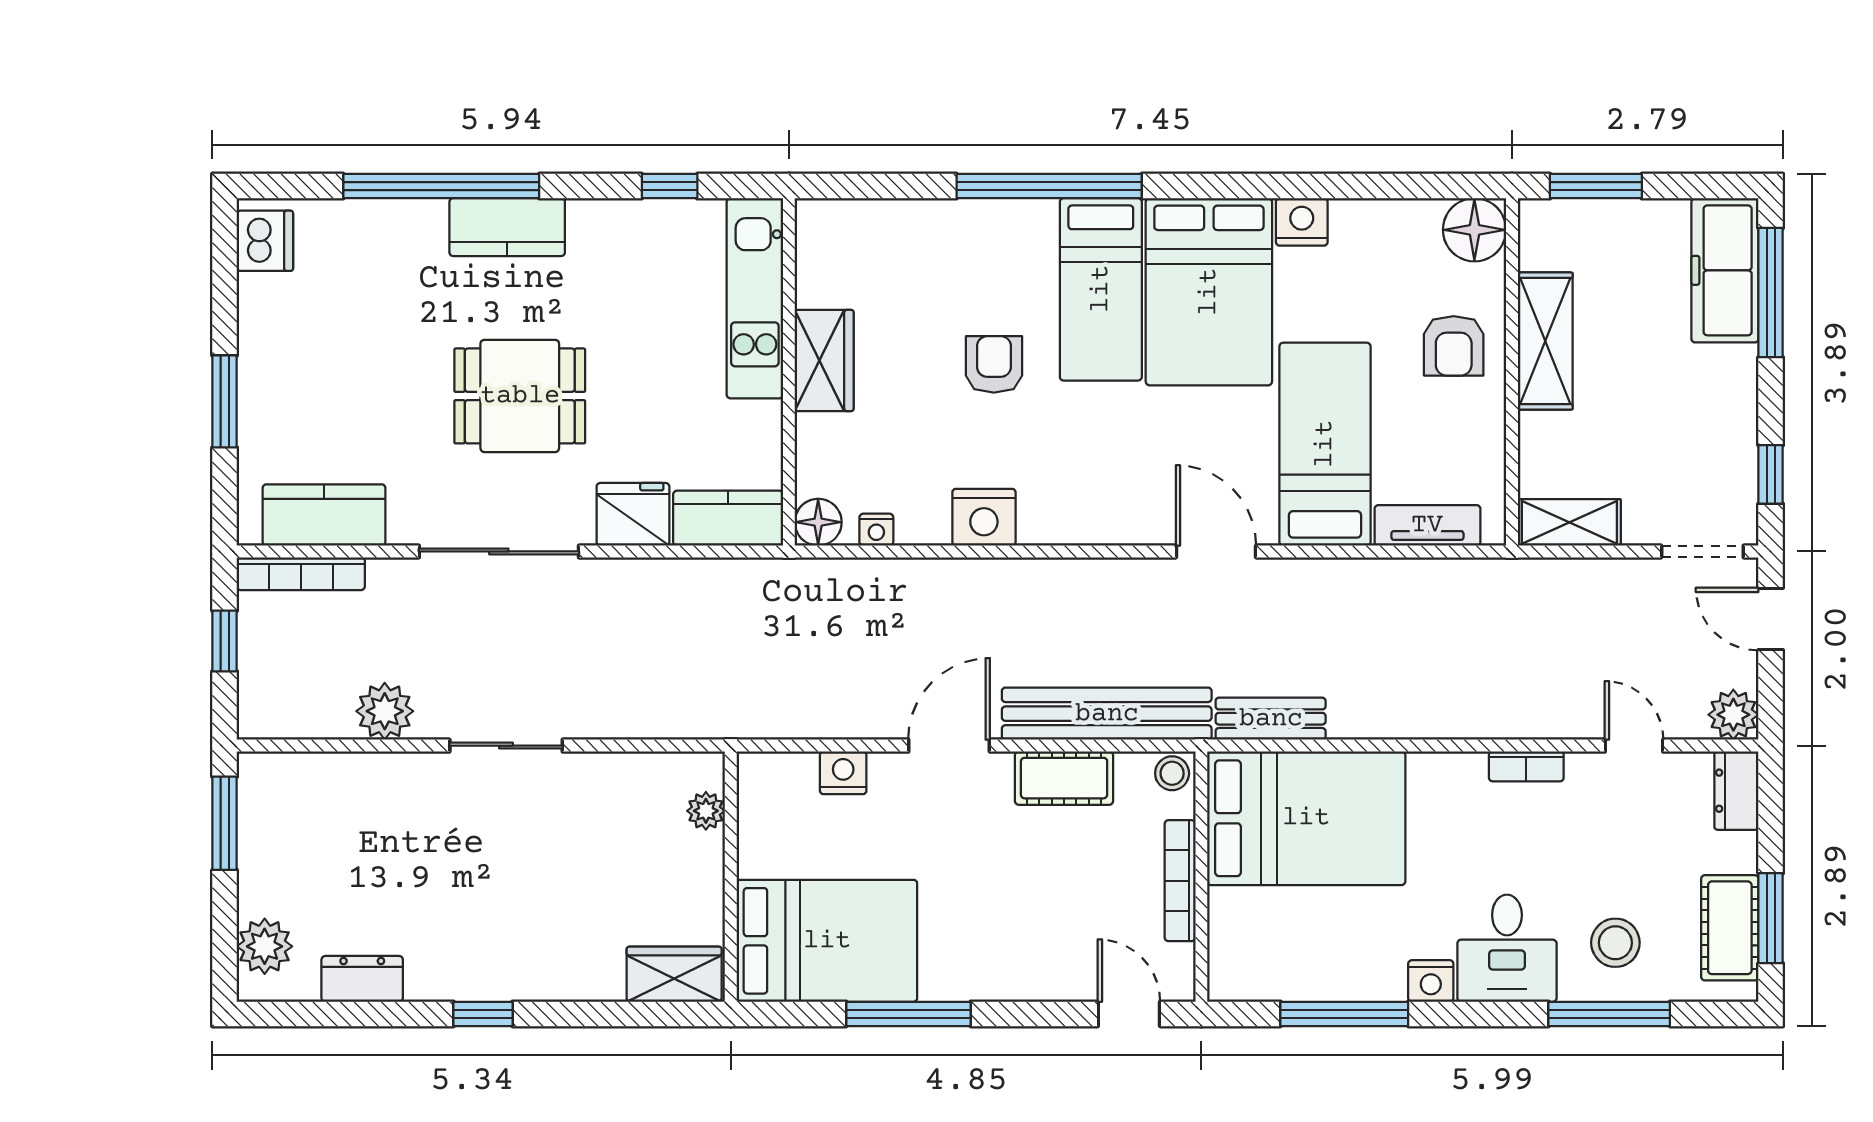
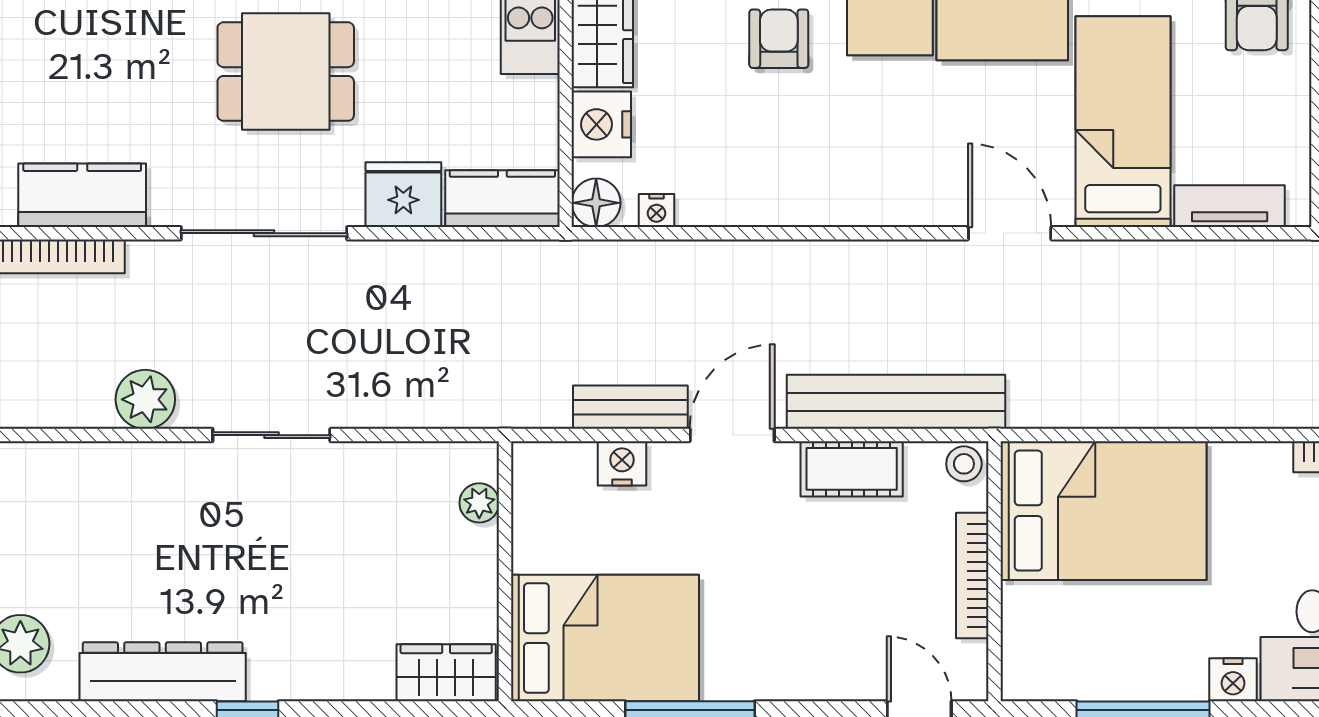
nightstand: (984, 517) -> (601, 124), moved, turned 90
bench: (1271, 719) -> (630, 407), moved
dresser: (362, 979) -> (163, 672), width x1.96, depth x1.24

